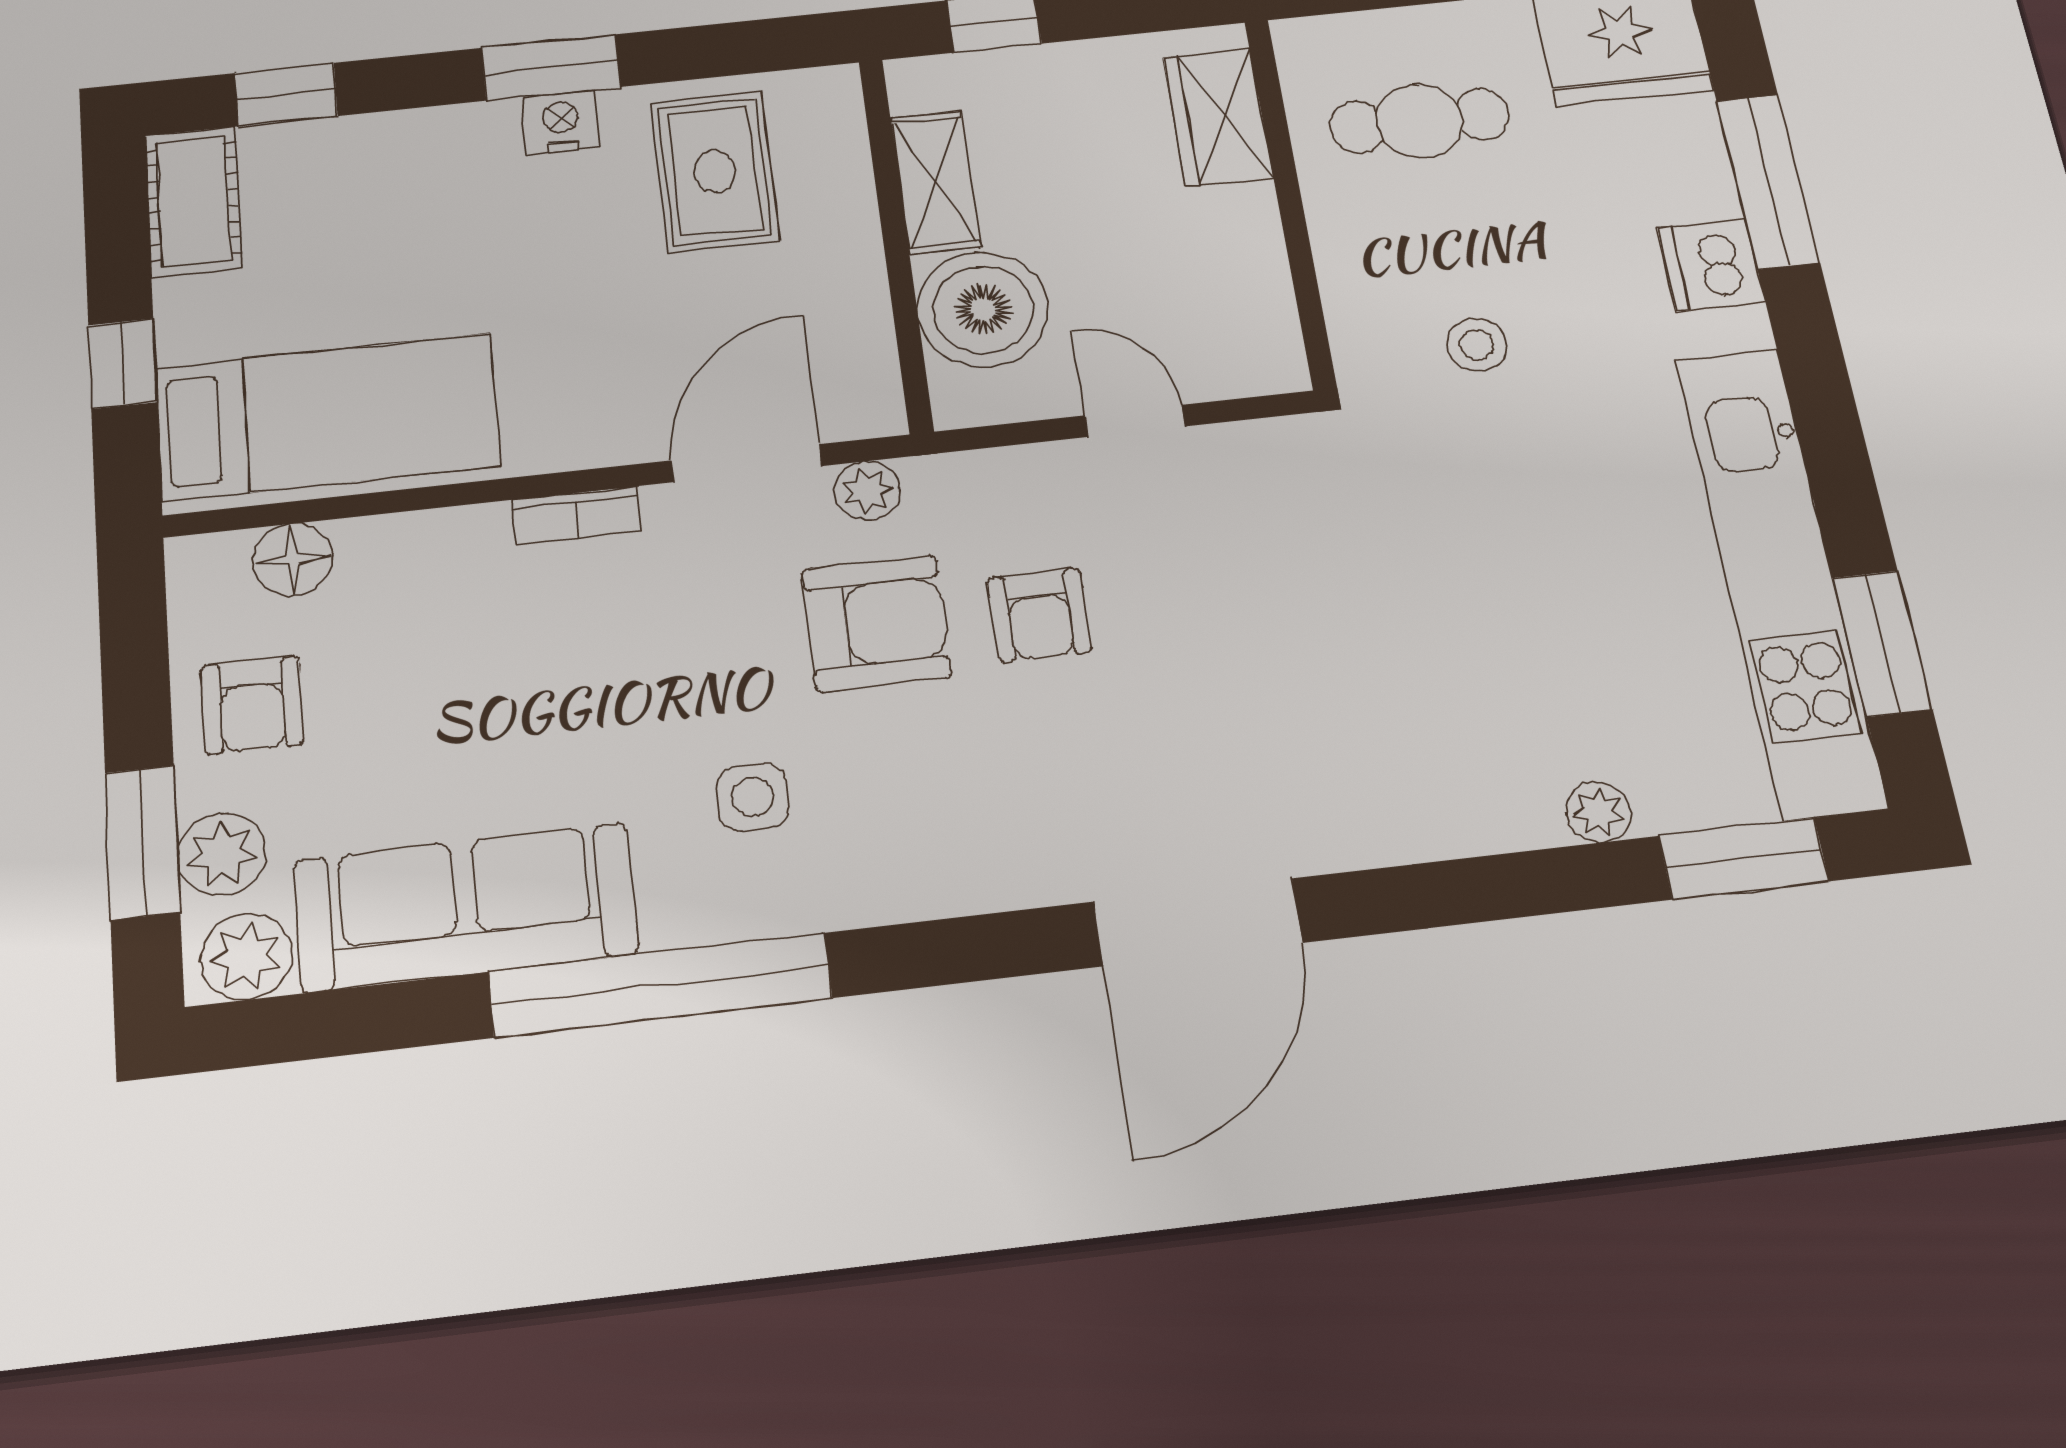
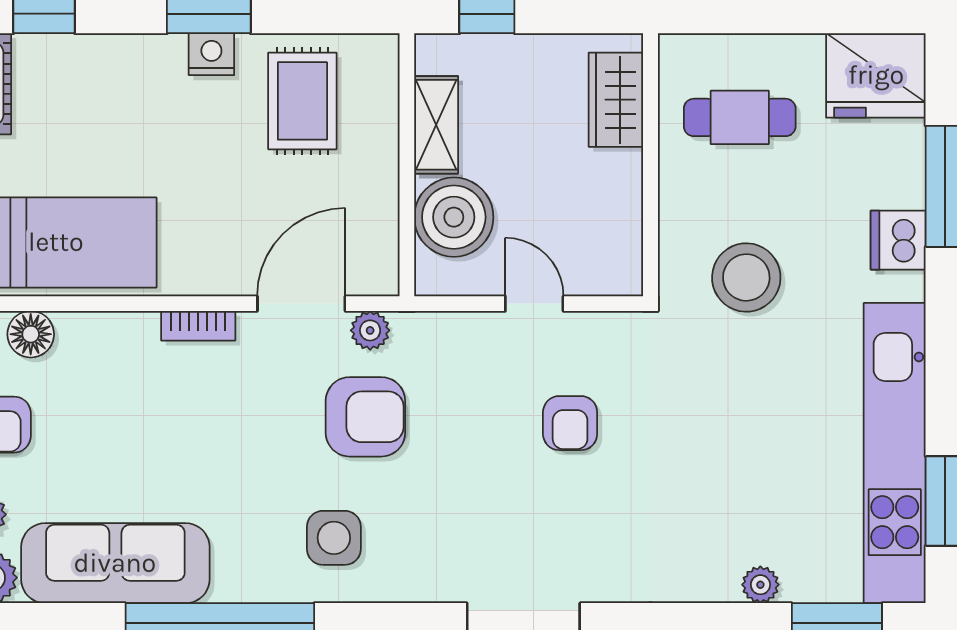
stool: (1477, 345) -> (746, 277), width x1.89, depth x1.89
armchair: (1040, 615) -> (570, 423), moved
side table: (753, 797) -> (334, 538), moved, width x1.37, depth x1.37

